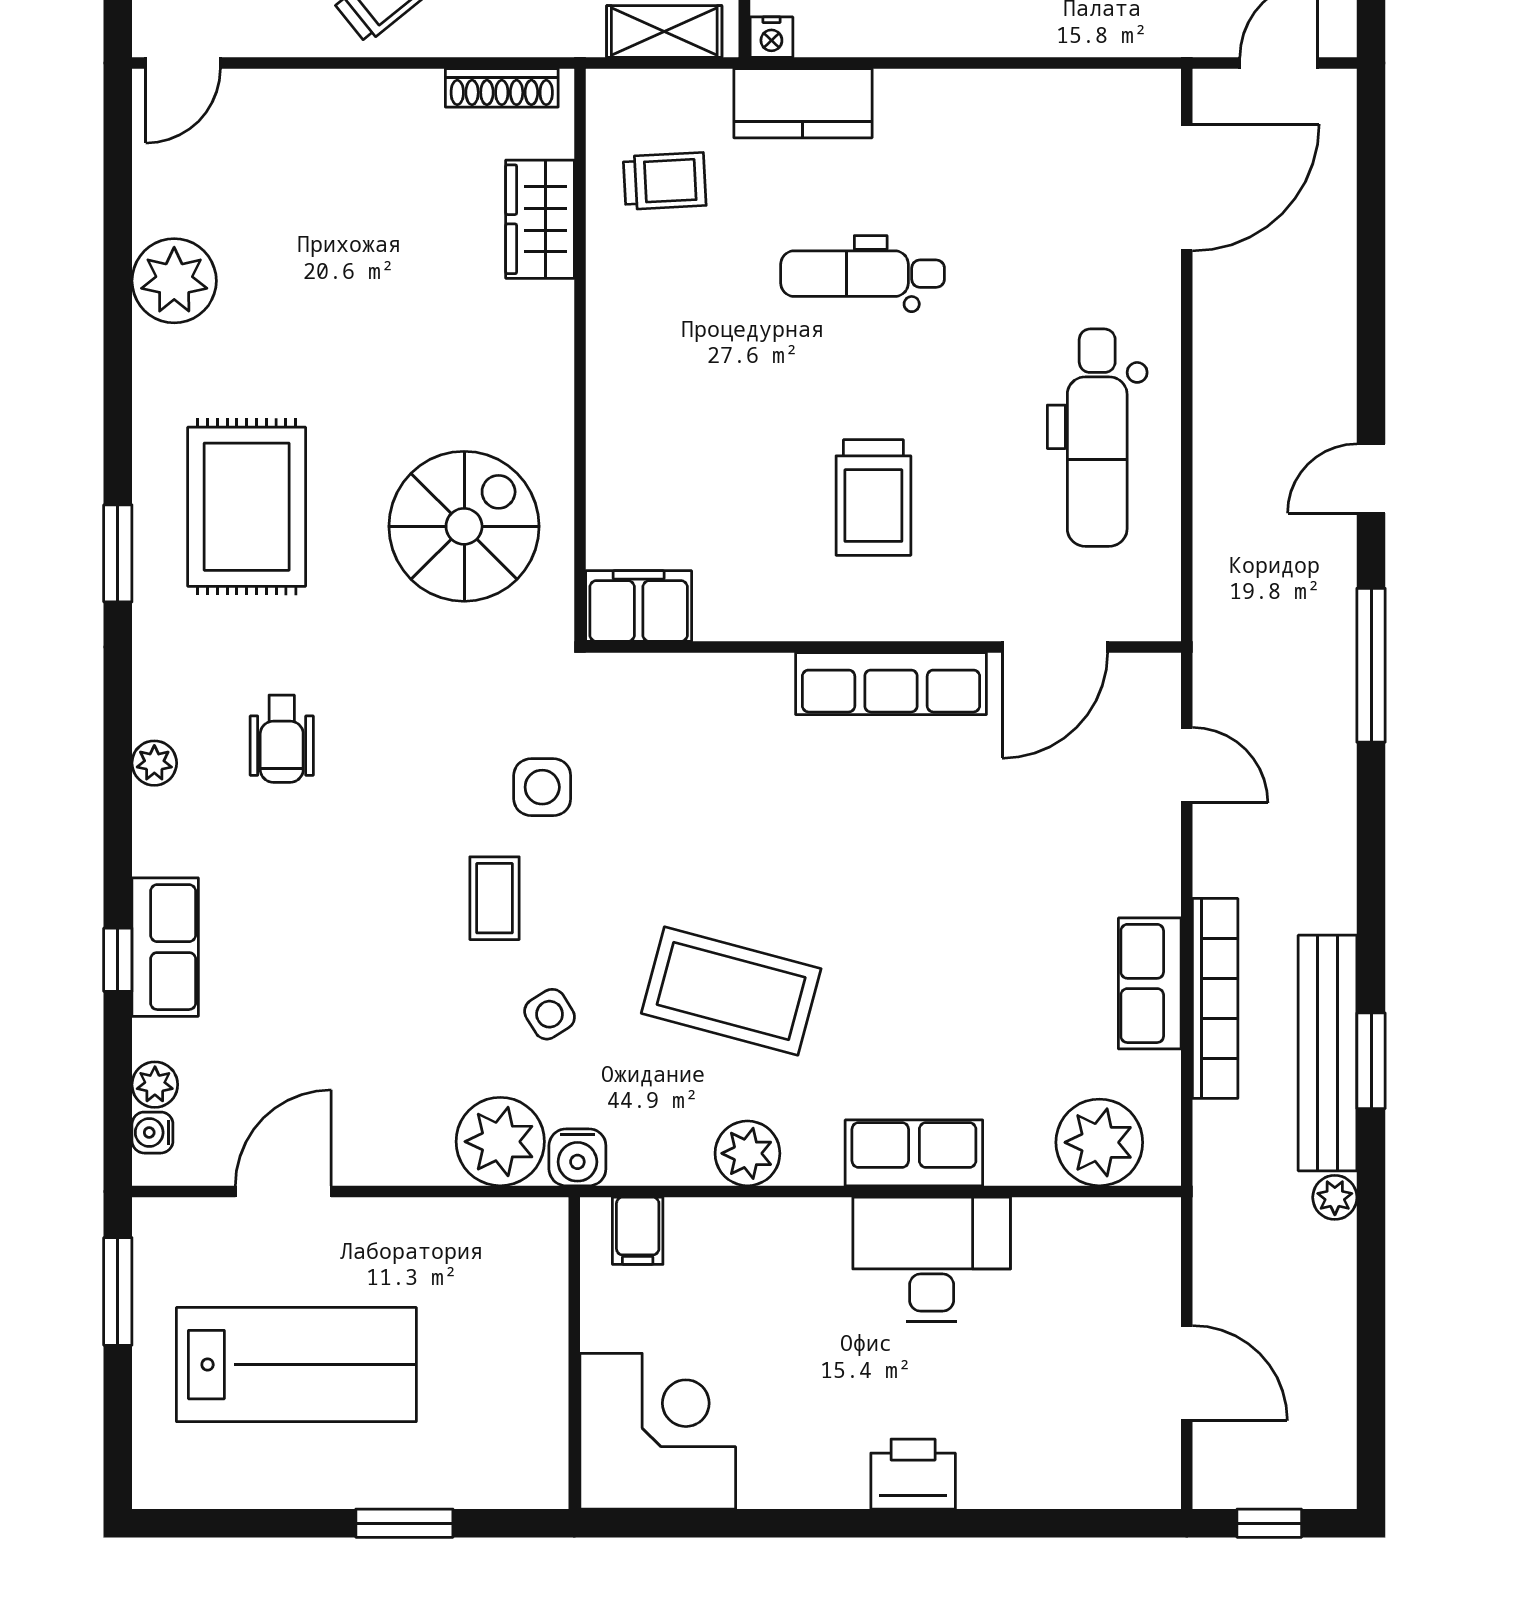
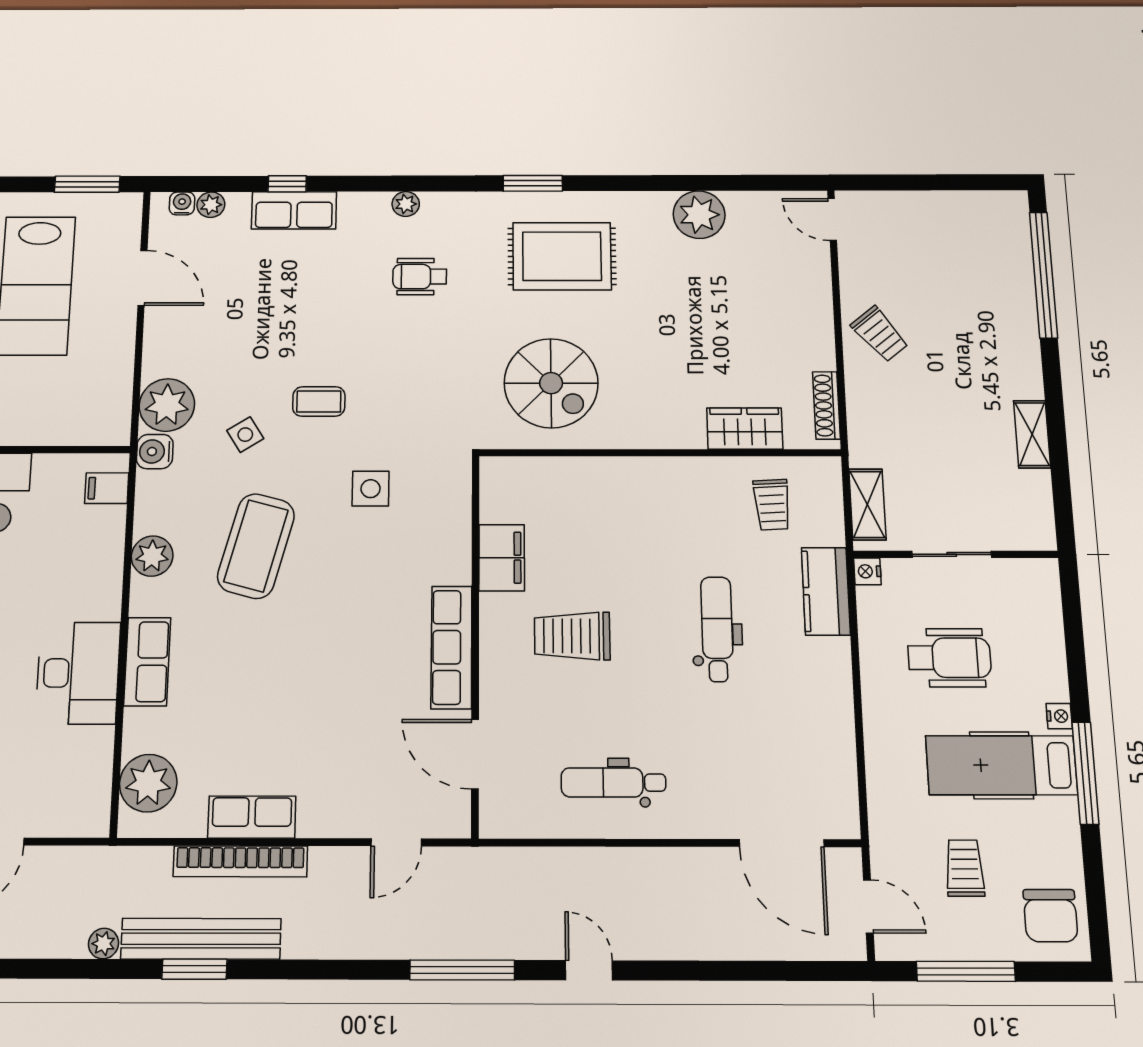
dental chair: (1097, 438) -> (613, 782), width x0.73, depth x0.72
filing cabinet: (639, 606) -> (502, 558), moved
side table: (542, 787) -> (371, 489), moved

